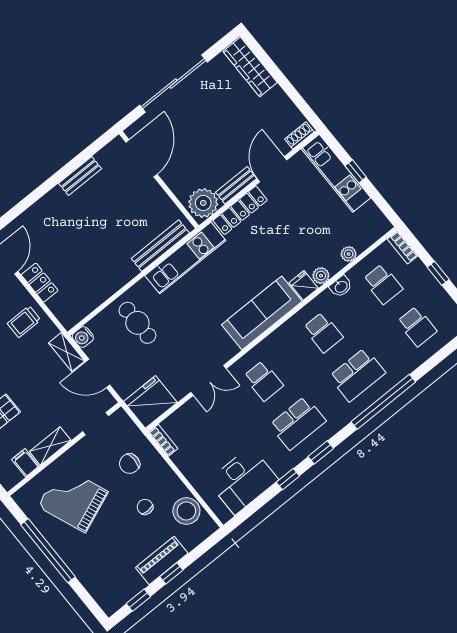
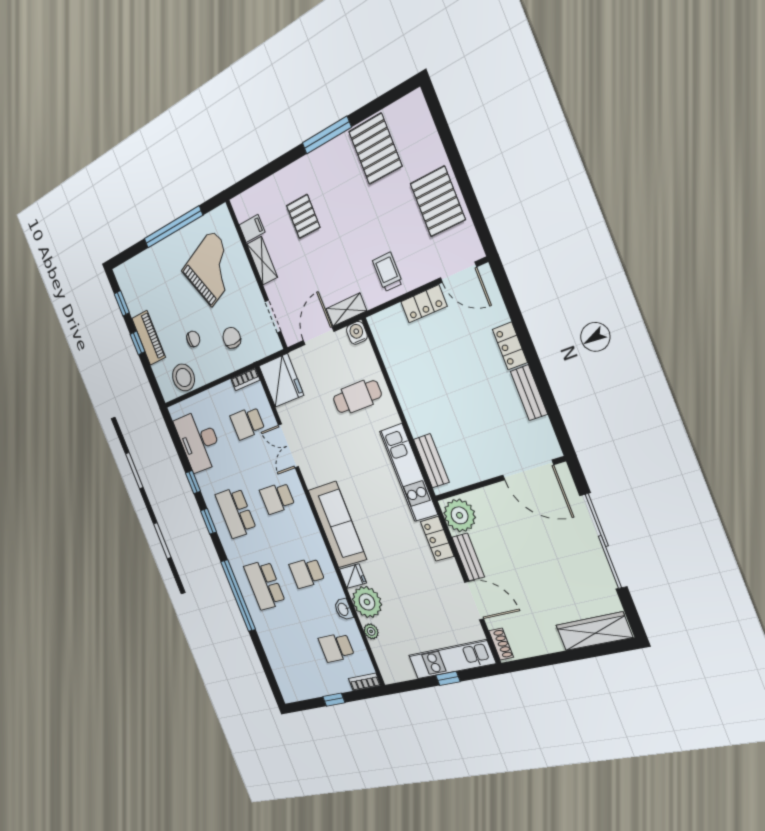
locker: (49, 202) -> (510, 346), added
locker: (240, 210) -> (437, 539), width x0.66
bench: (160, 246) -> (431, 461), width x0.73
plant: (321, 276) -> (367, 602), width x1.87, depth x1.87
school desk: (417, 326) -> (247, 423), moved

